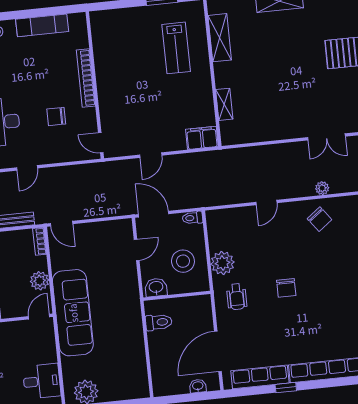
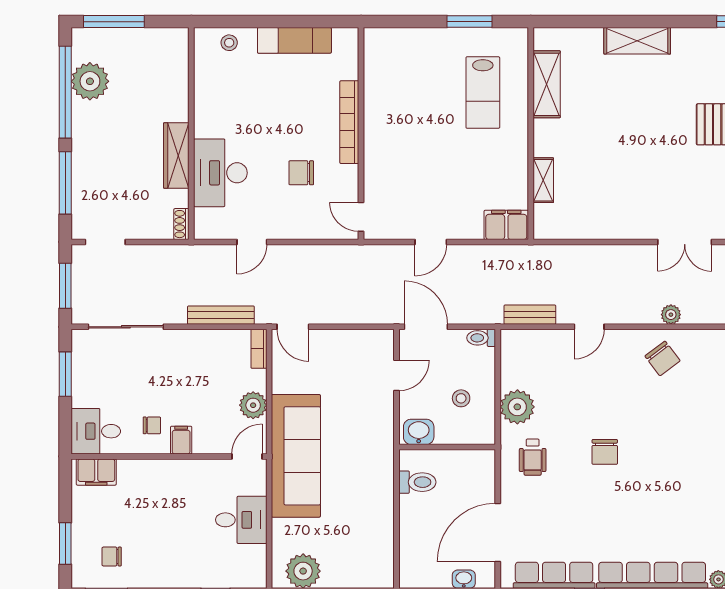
bench: (225, 198) -> (530, 315), added
stool: (183, 261) -> (461, 398), width x0.53, depth x0.53
desk: (42, 381) -> (241, 520), moved

